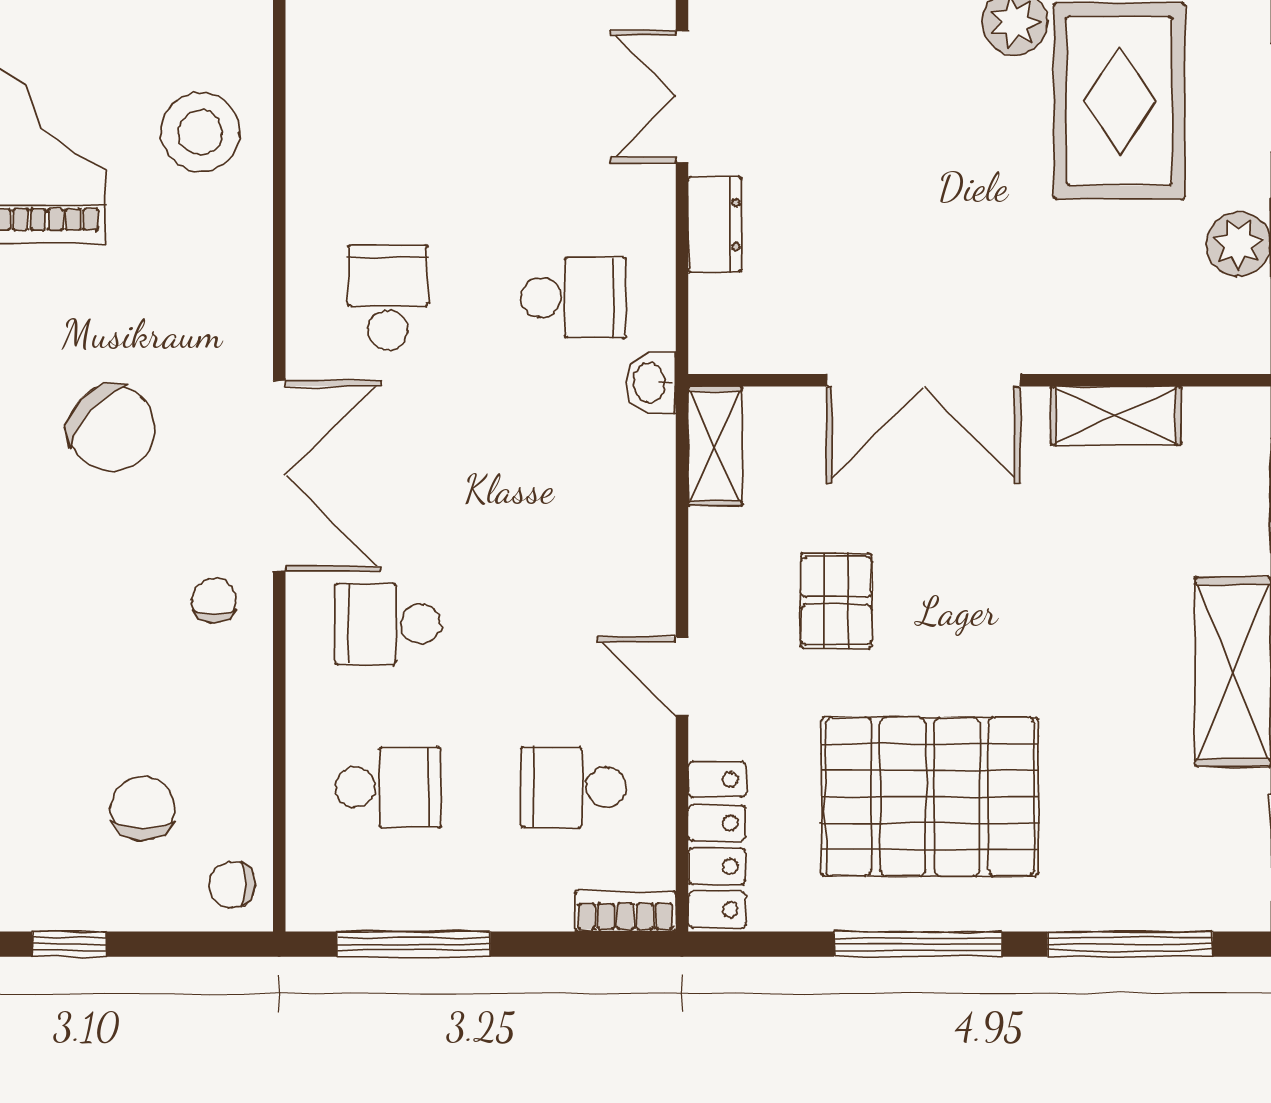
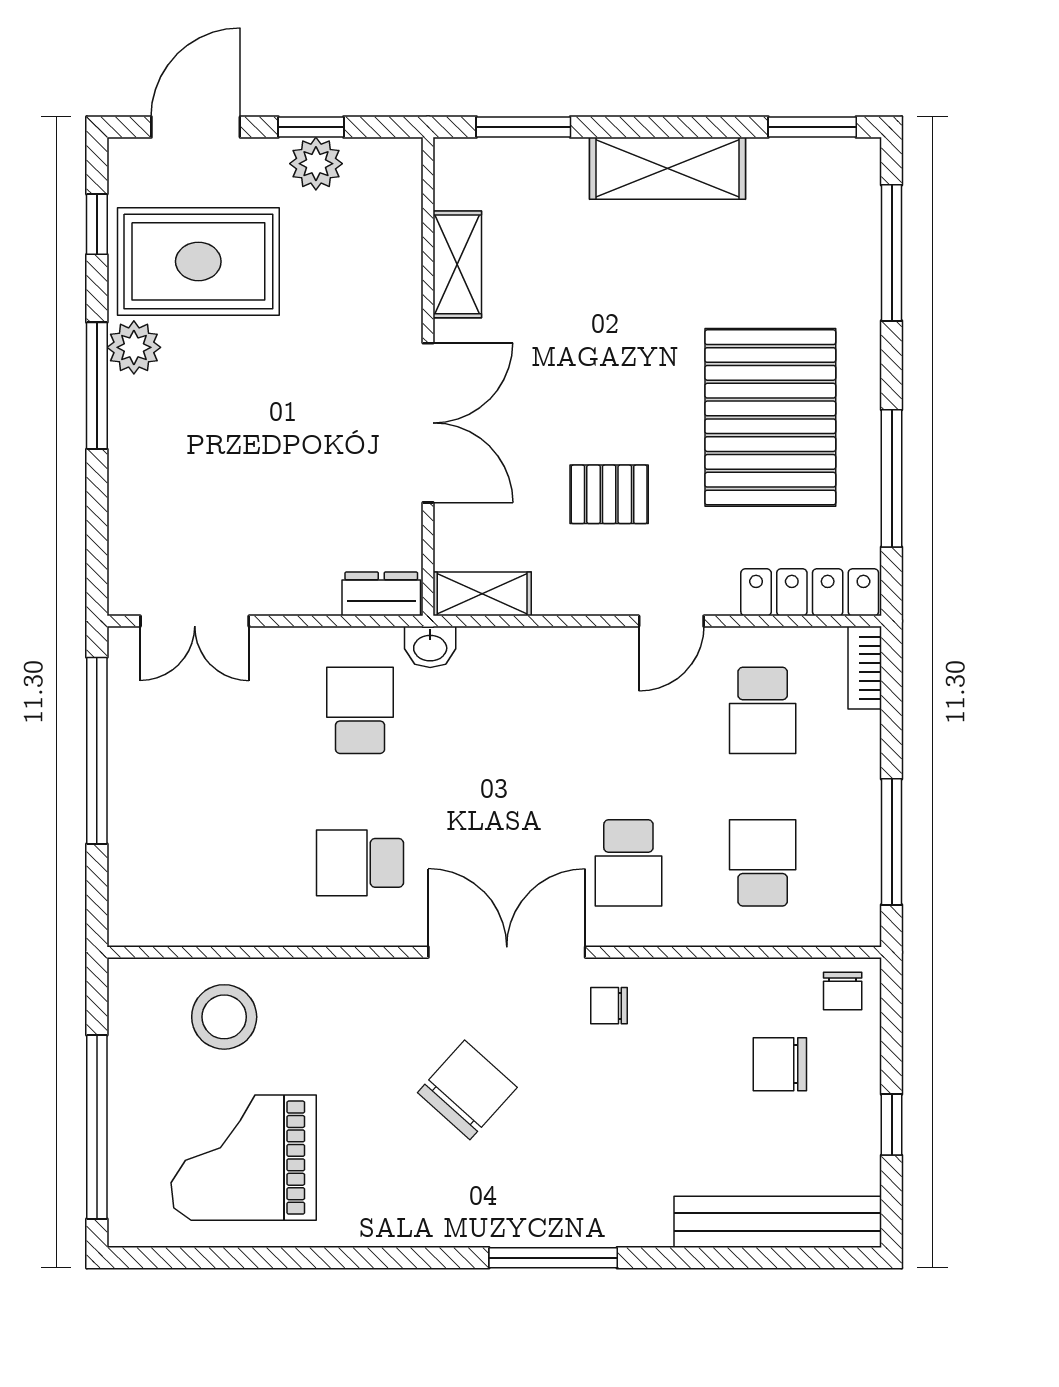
dresser: (715, 225) -> (381, 594), moved
window: (918, 944) -> (892, 478), moved

